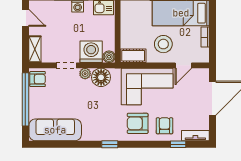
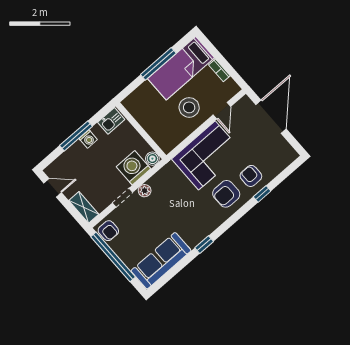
cot: (133, 56) -> (172, 140), removed
floor lamp: (101, 77) -> (161, 182), removed
armchair: (38, 79) -> (108, 231), turned 90
tv unit: (195, 136) -> (284, 161), removed
window: (110, 144) -> (204, 245), moved
window: (178, 144) -> (262, 194), moved

